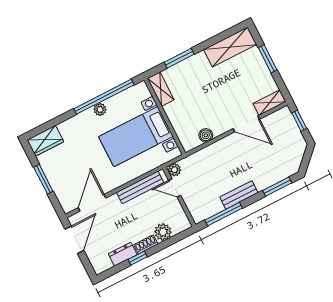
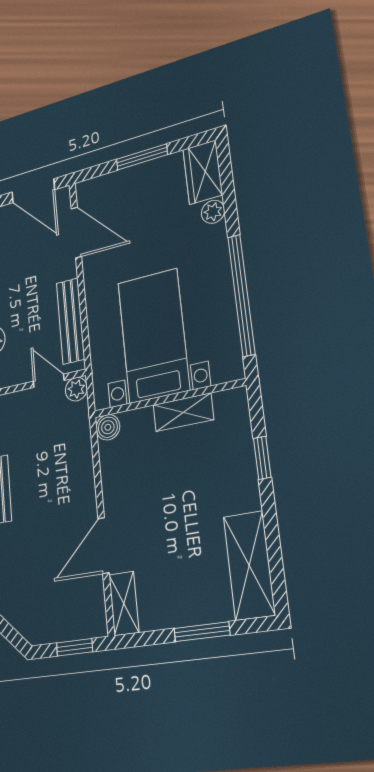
window: (179, 58) -> (262, 458), width x0.67
shelving: (161, 89) -> (183, 412), moved
plant: (100, 109) -> (213, 212), moved
boiler: (206, 135) -> (108, 427), moved
door: (175, 188) -> (49, 381), hinge flipped

